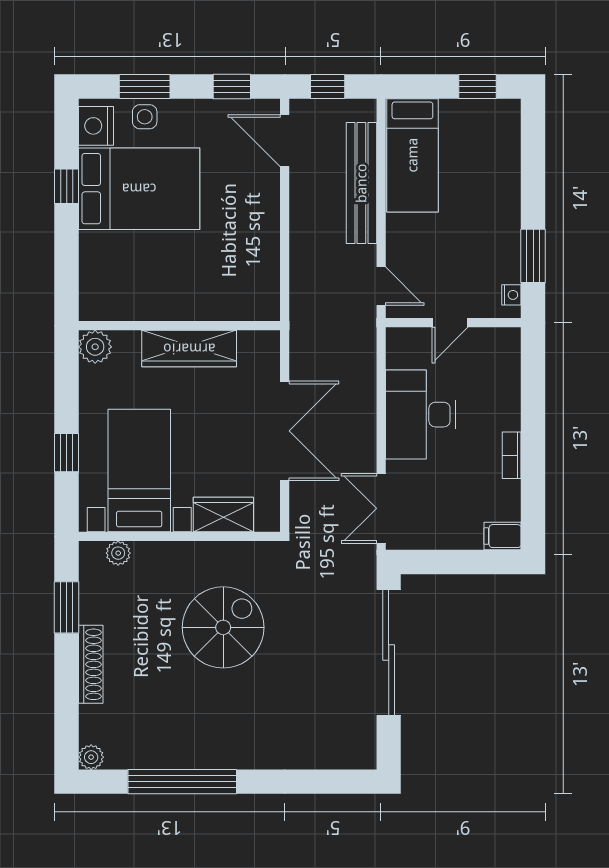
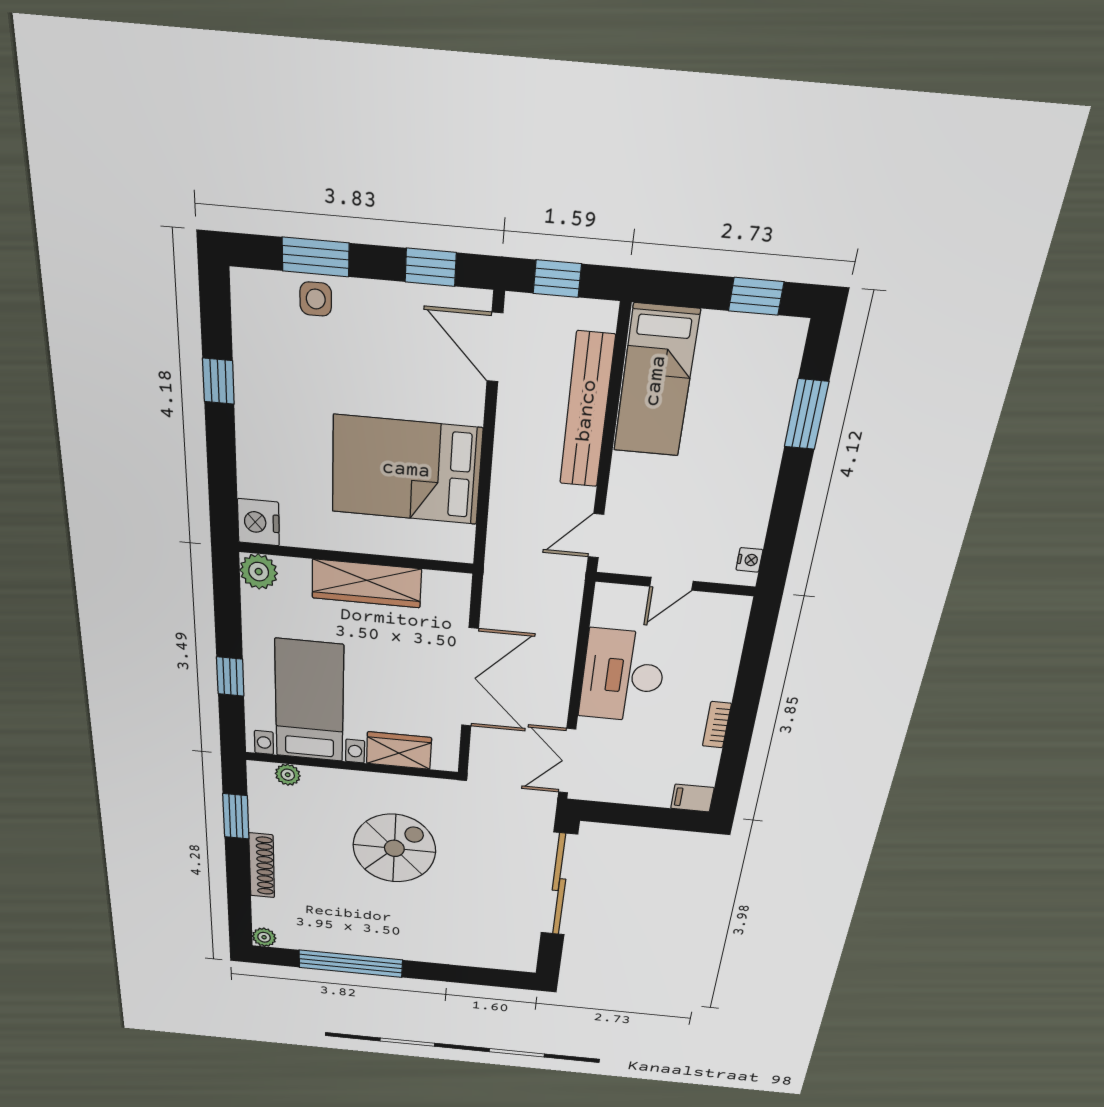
nightstand: (96, 126) -> (258, 522), moved
bed: (139, 189) -> (406, 470), moved, turned 180
window: (533, 256) -> (806, 414), moved
door: (381, 286) -> (596, 536), swing flipped

